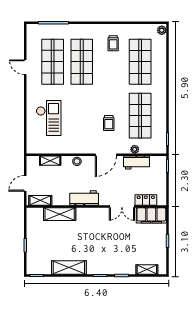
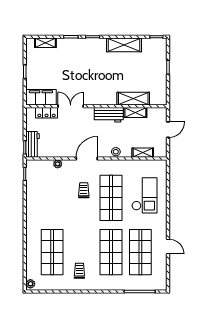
shop shelf: (140, 116) -> (111, 198), moved
checkout: (49, 118) -> (144, 195), turned 180
workbench: (136, 162) -> (32, 144), moved, turned 90
shelving: (40, 200) -> (135, 112), moved

